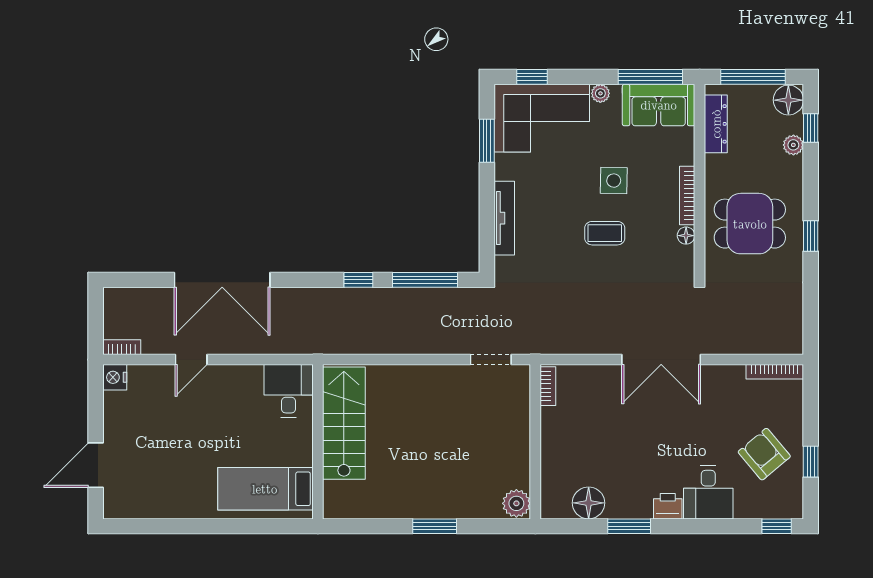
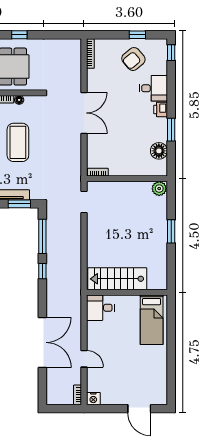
coffee table: (605, 233) -> (18, 142), width x1.86, depth x1.72
window: (487, 236) -> (19, 204), added

